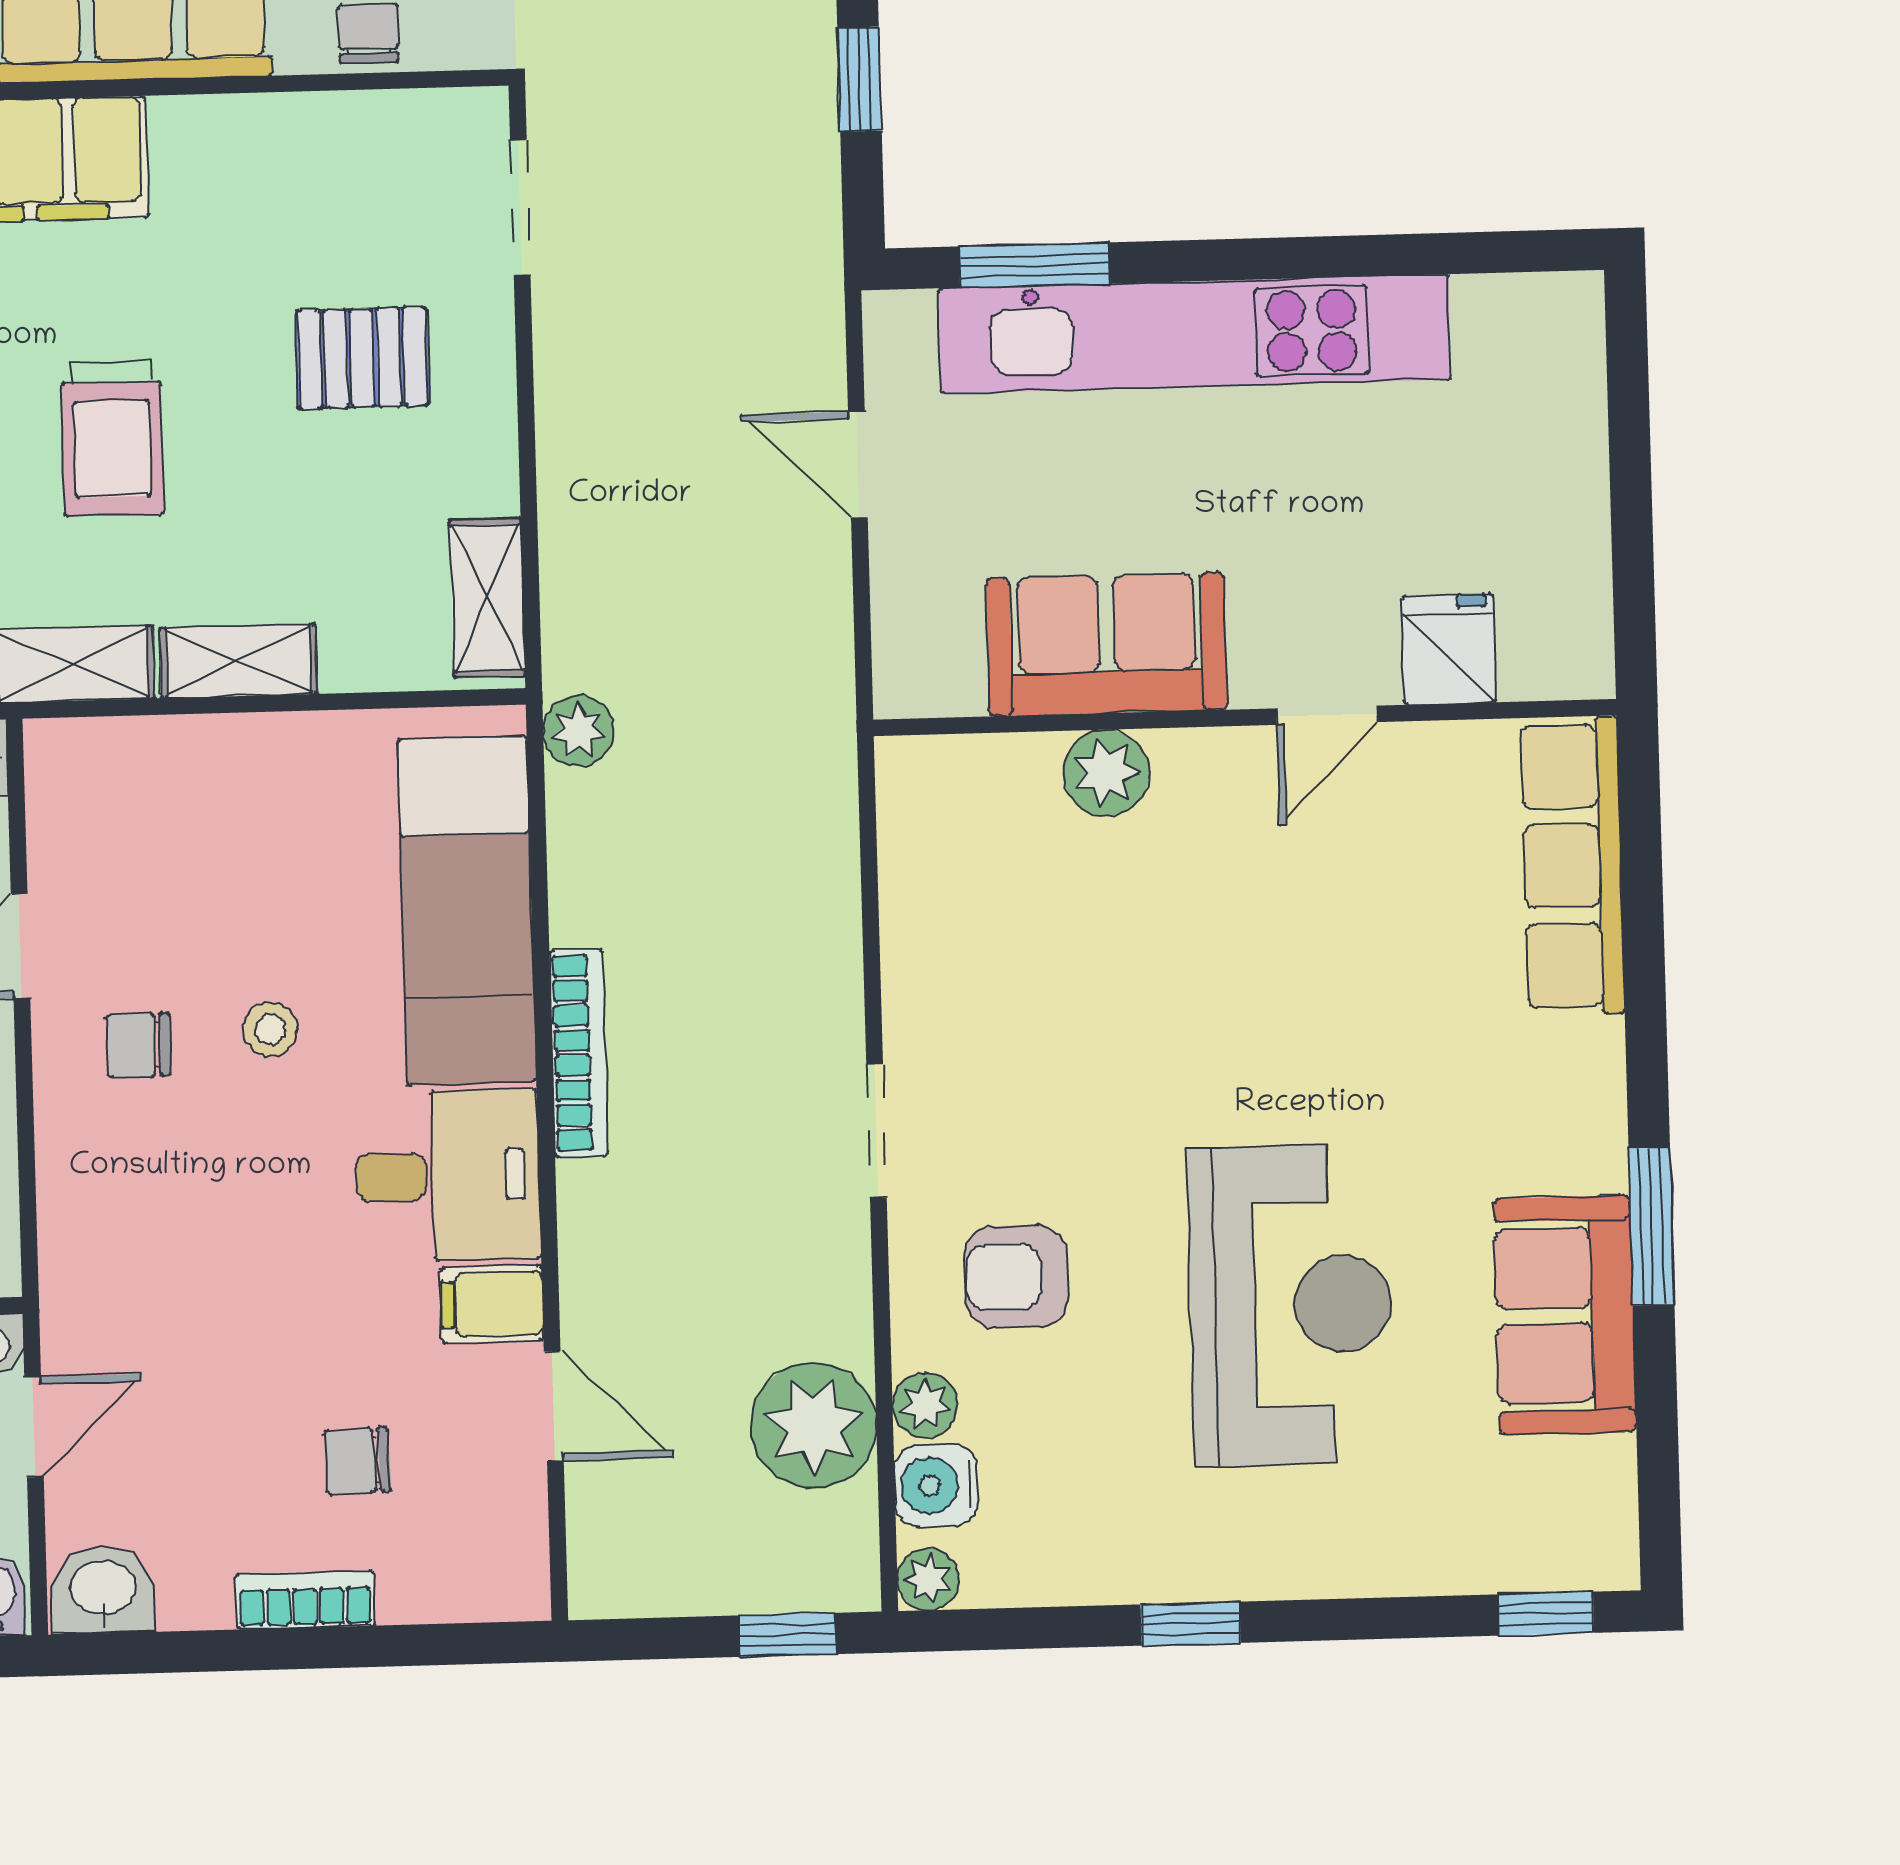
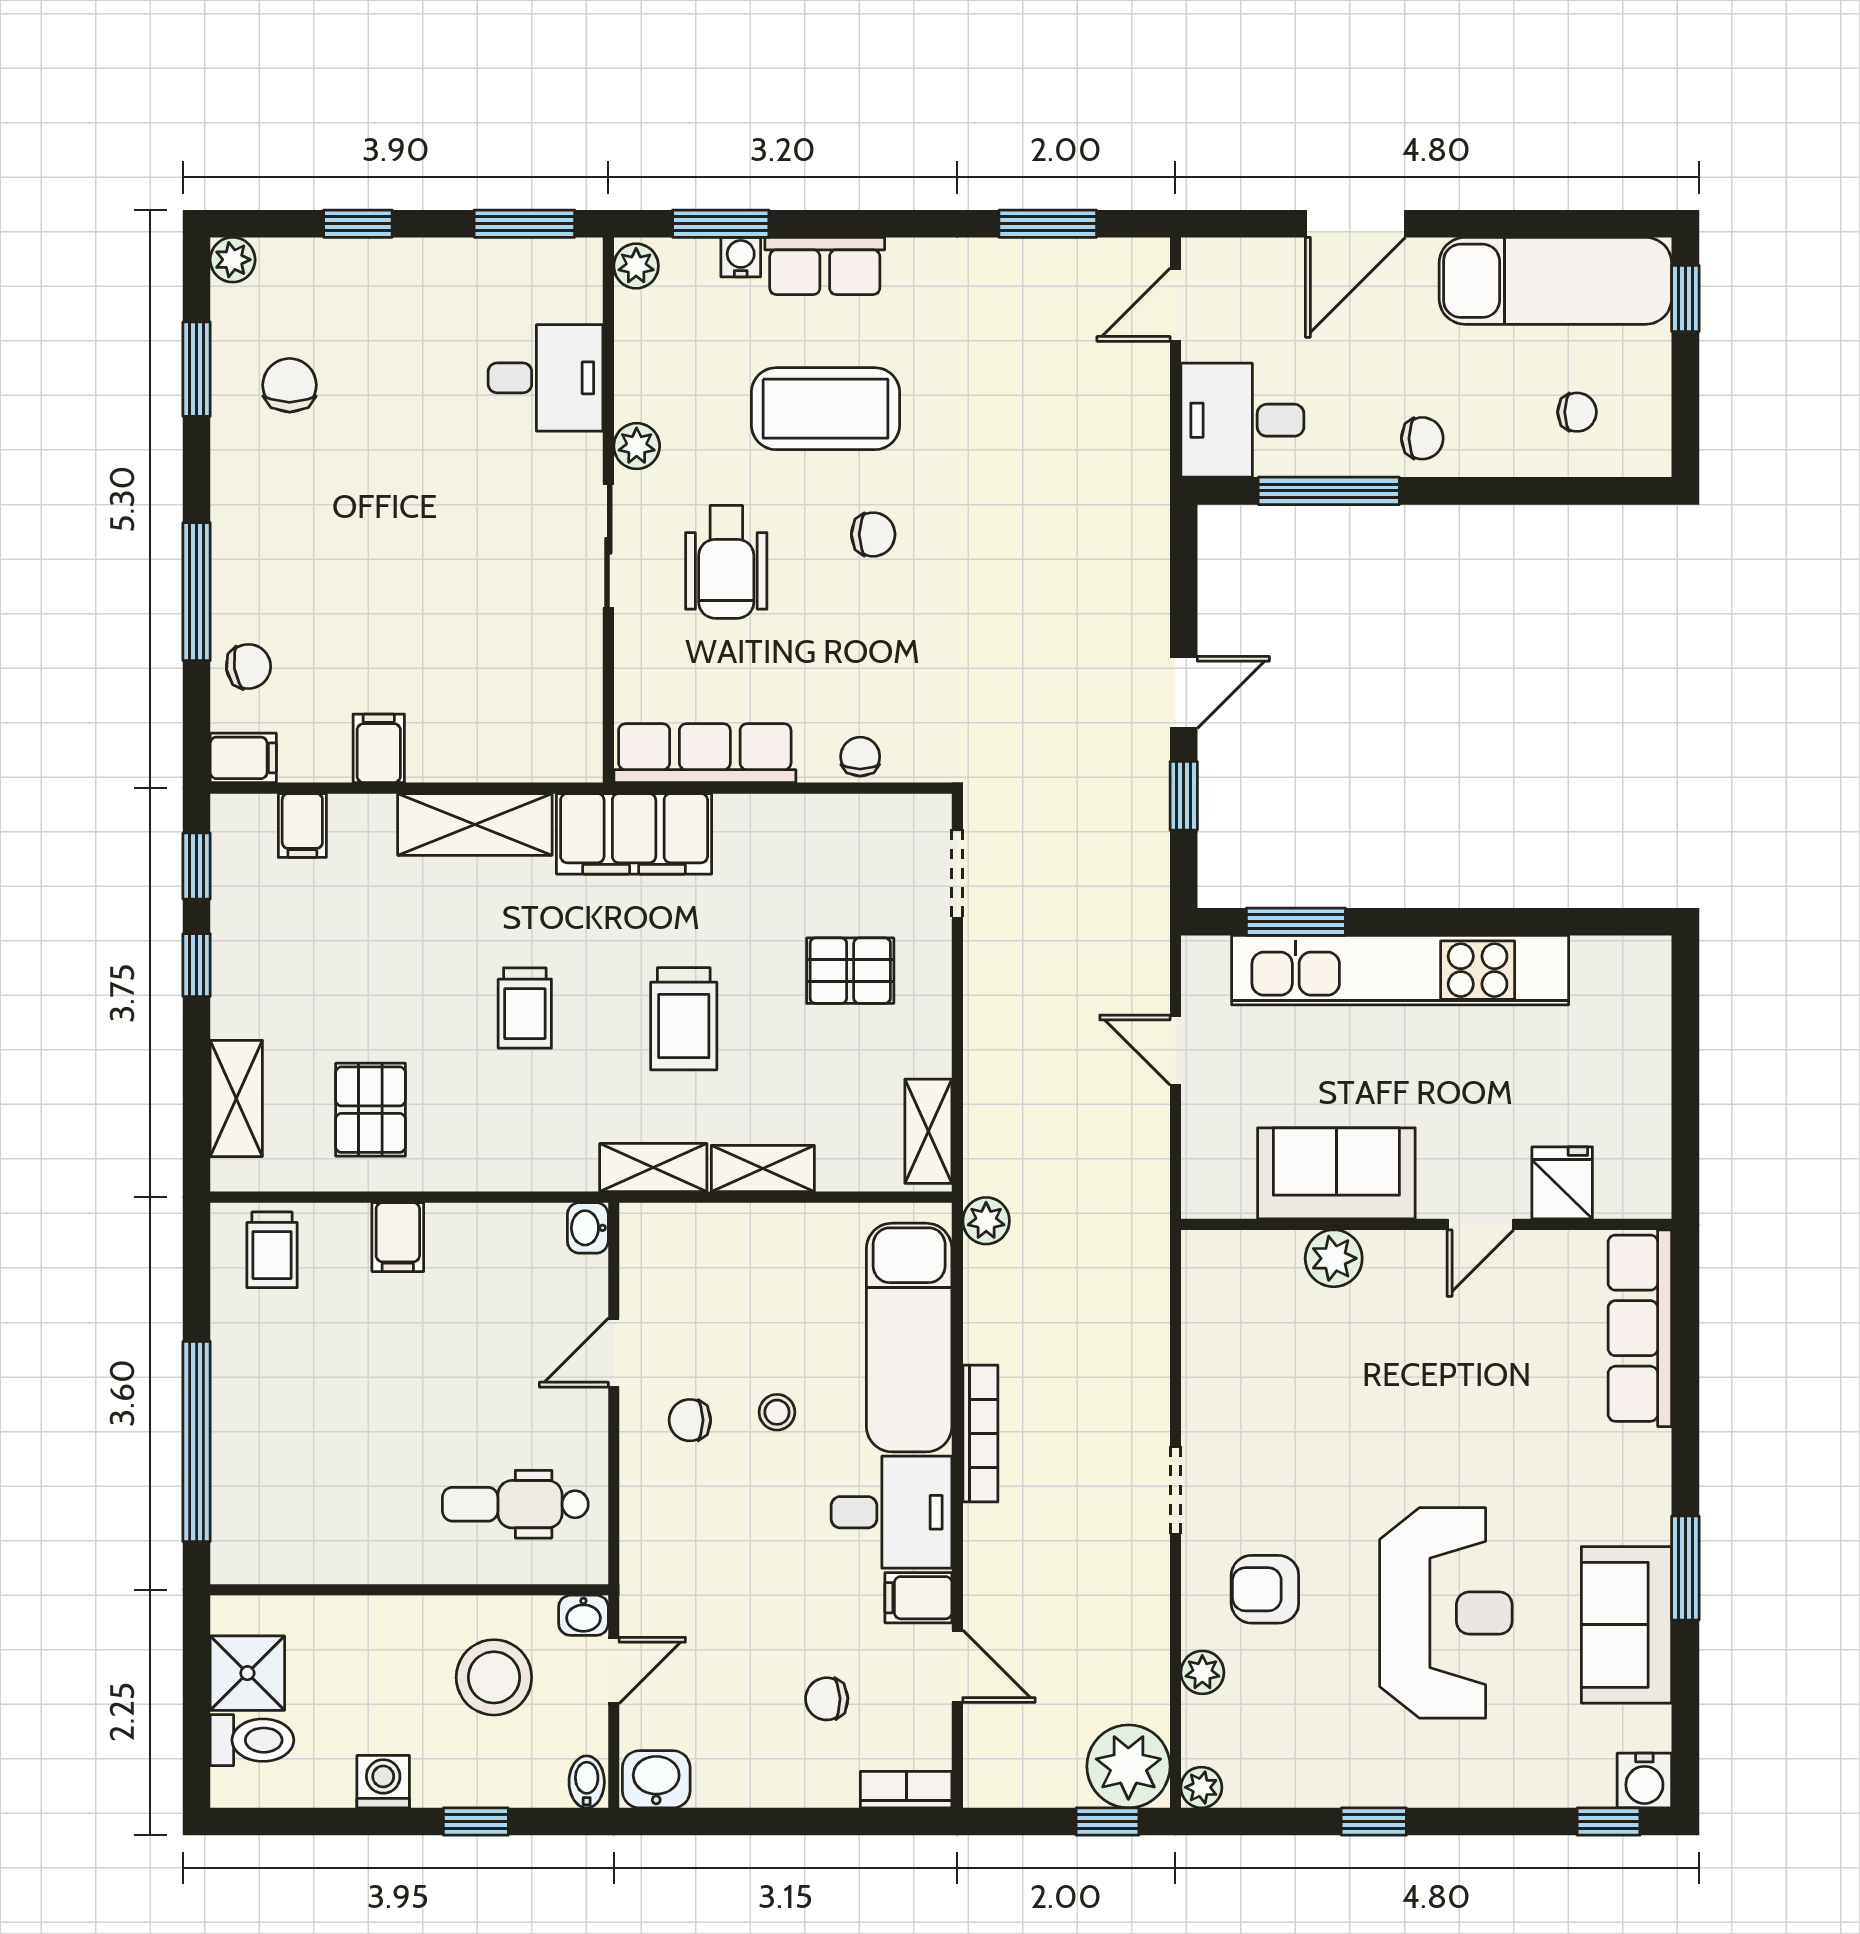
plant: (813, 1425) -> (1128, 1766), moved
water cooler: (936, 1485) -> (1644, 1781), moved, turned -90
bookcase: (305, 1600) -> (906, 1790), moved

